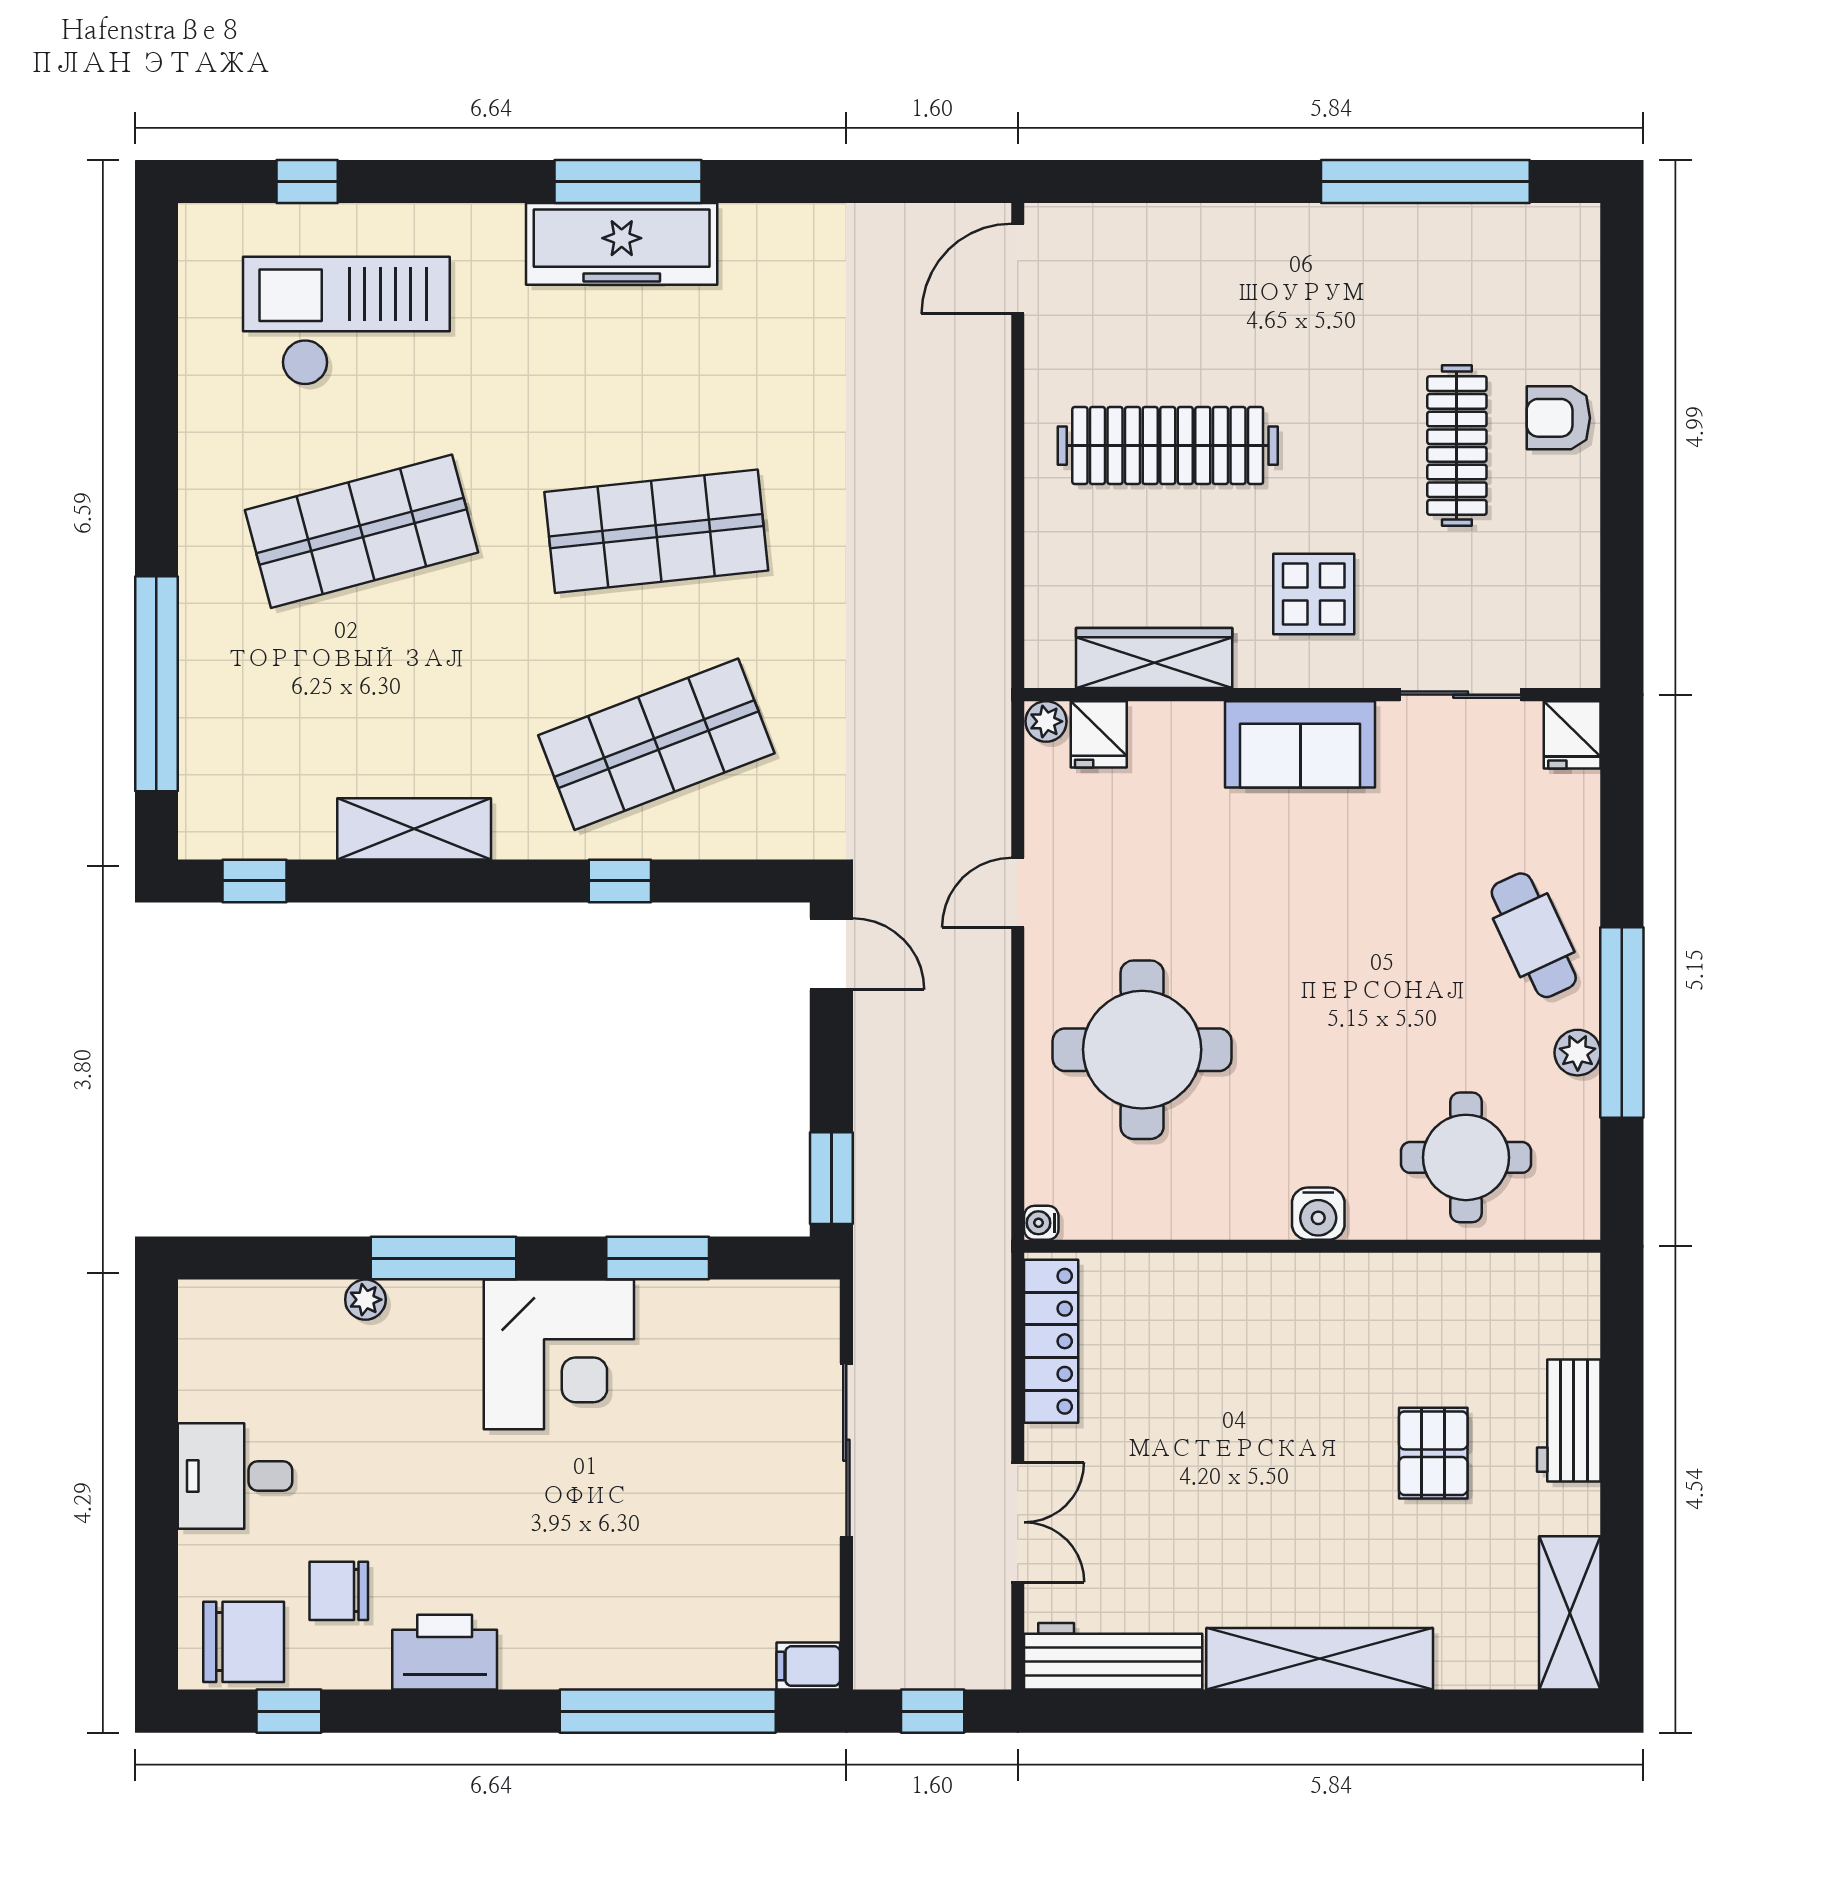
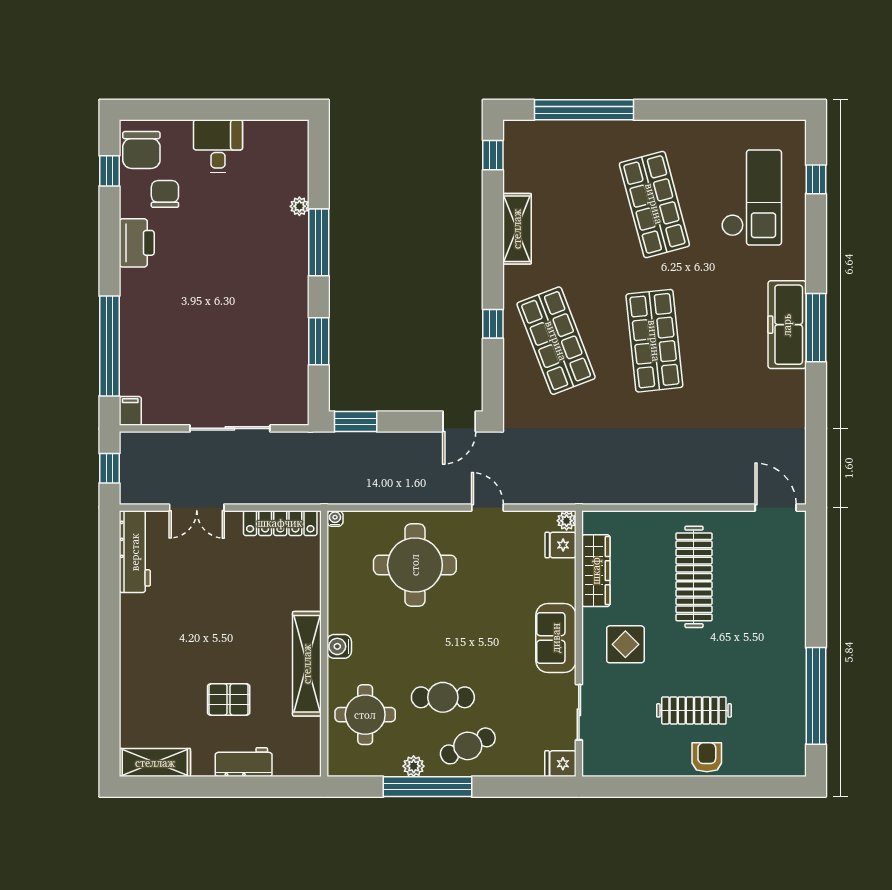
cafe table: (1428, 989) -> (443, 697), added
corner desk: (559, 1354) -> (274, 296), removed
shelving: (1320, 1659) -> (307, 664), moved

